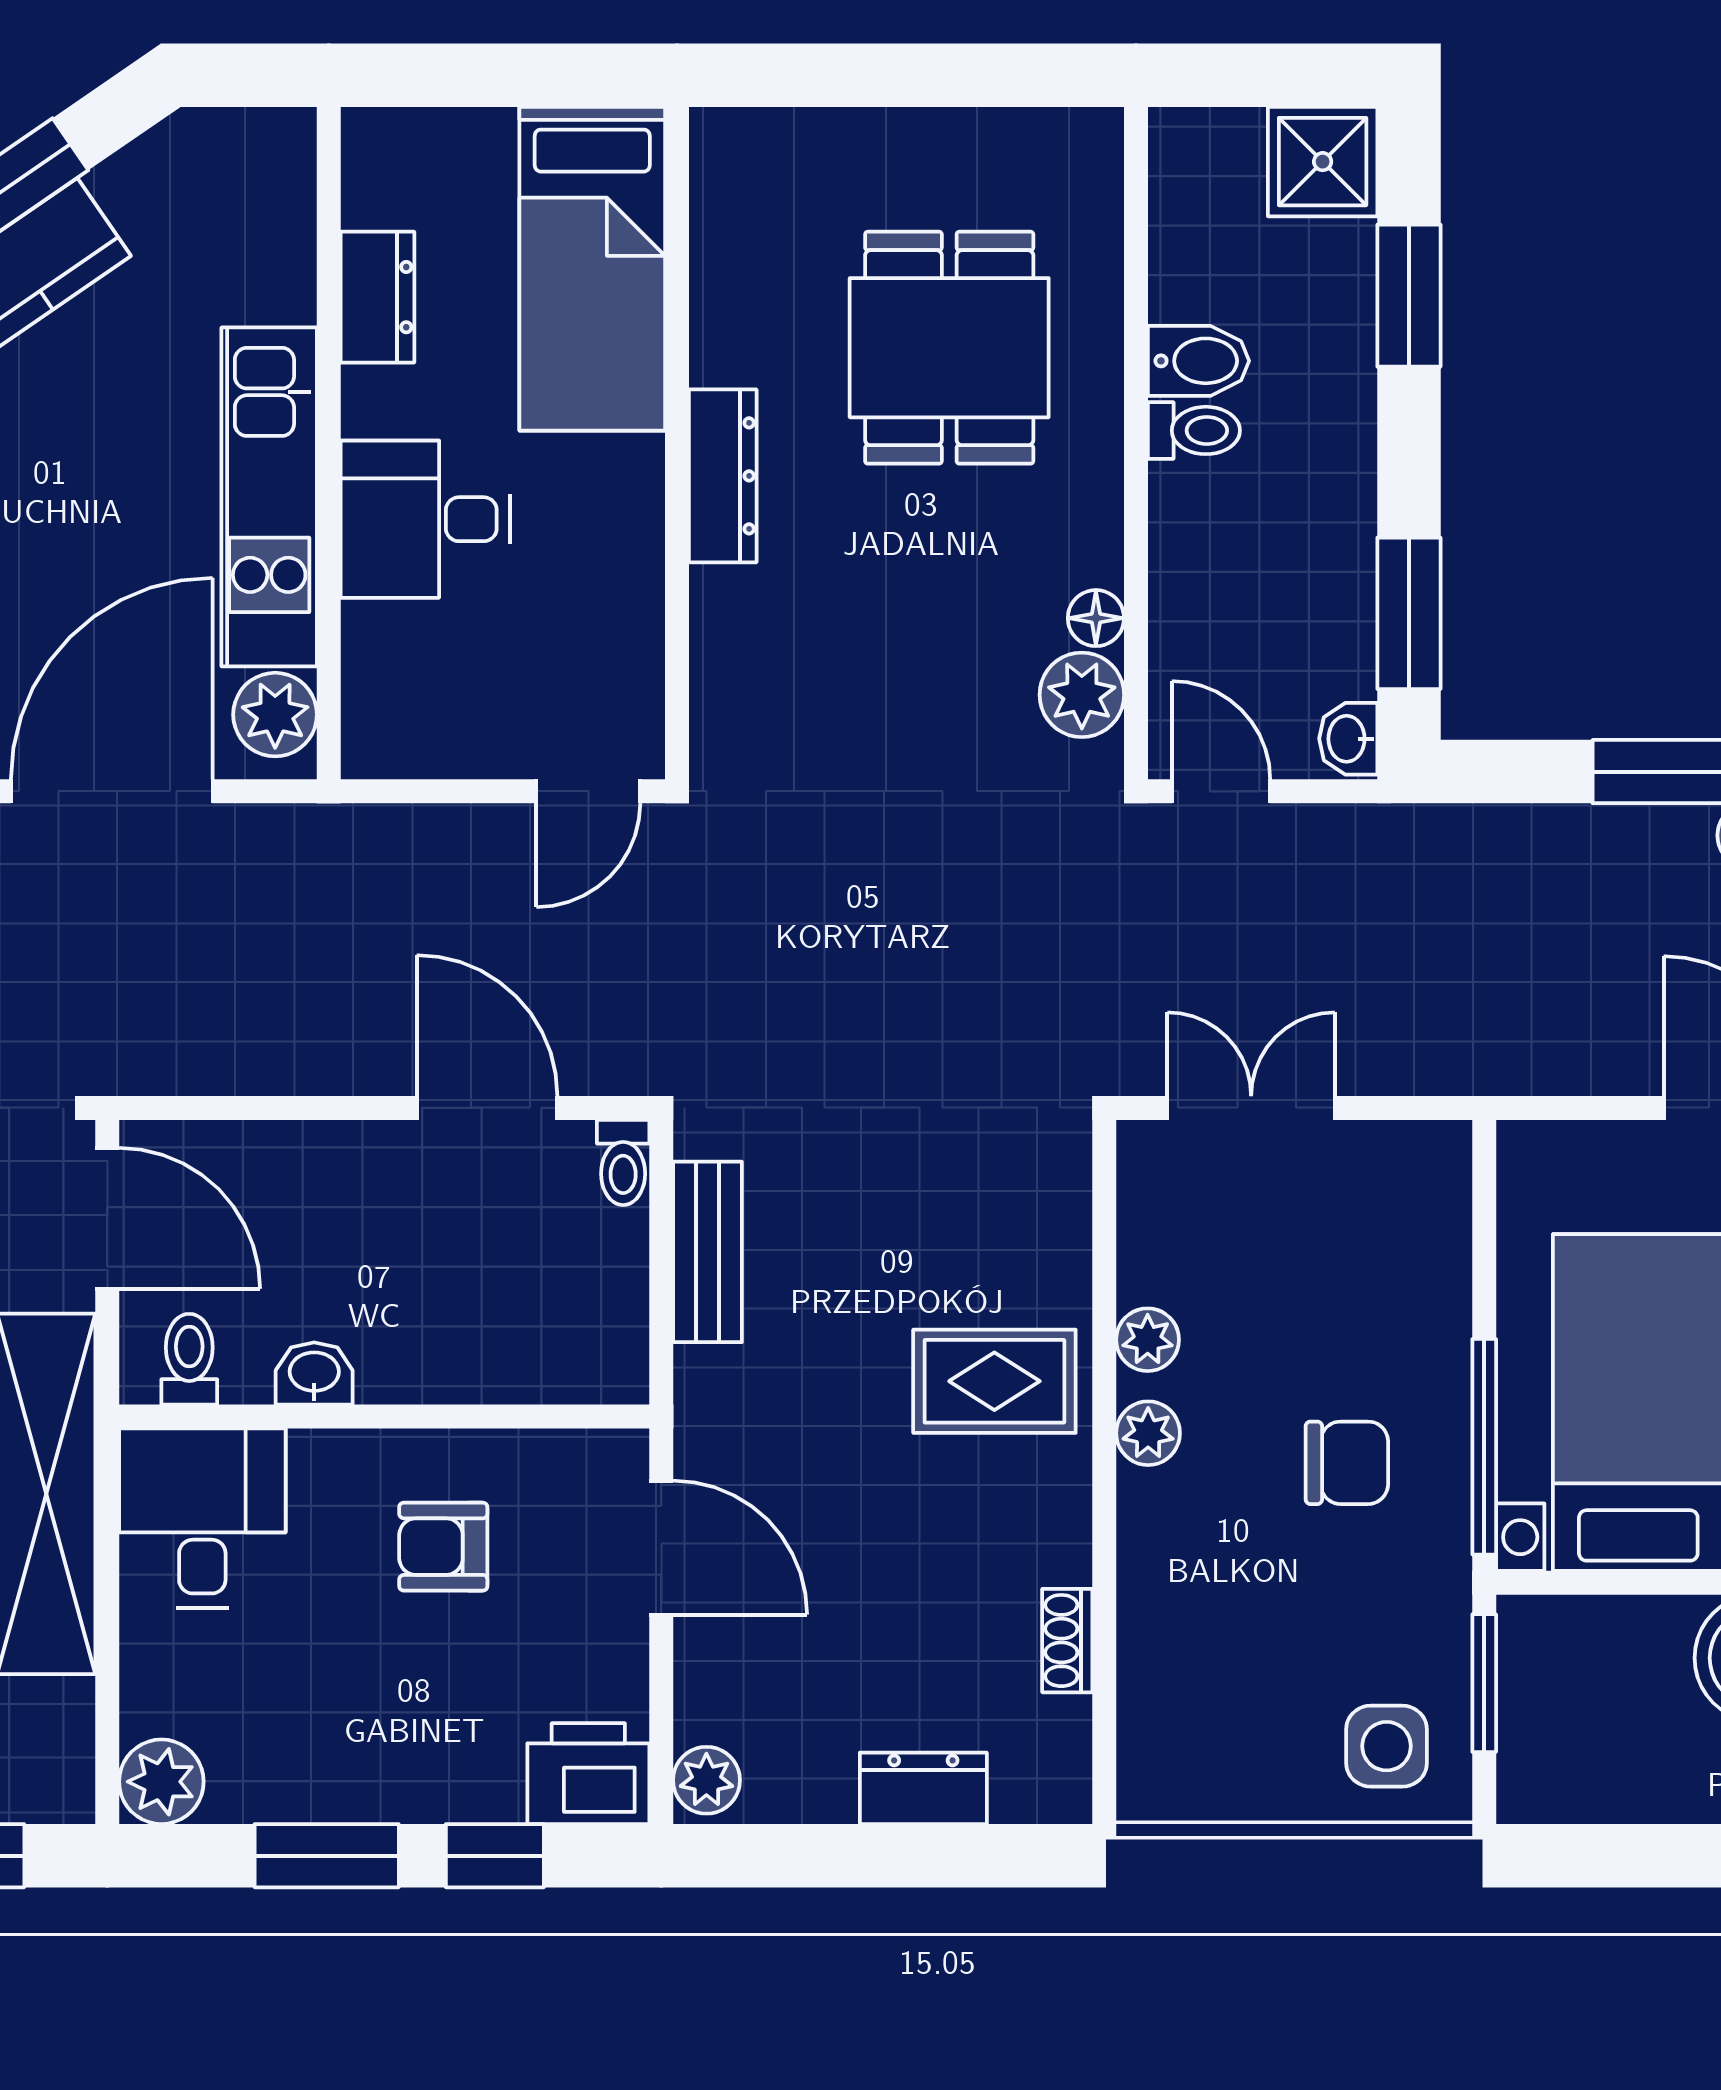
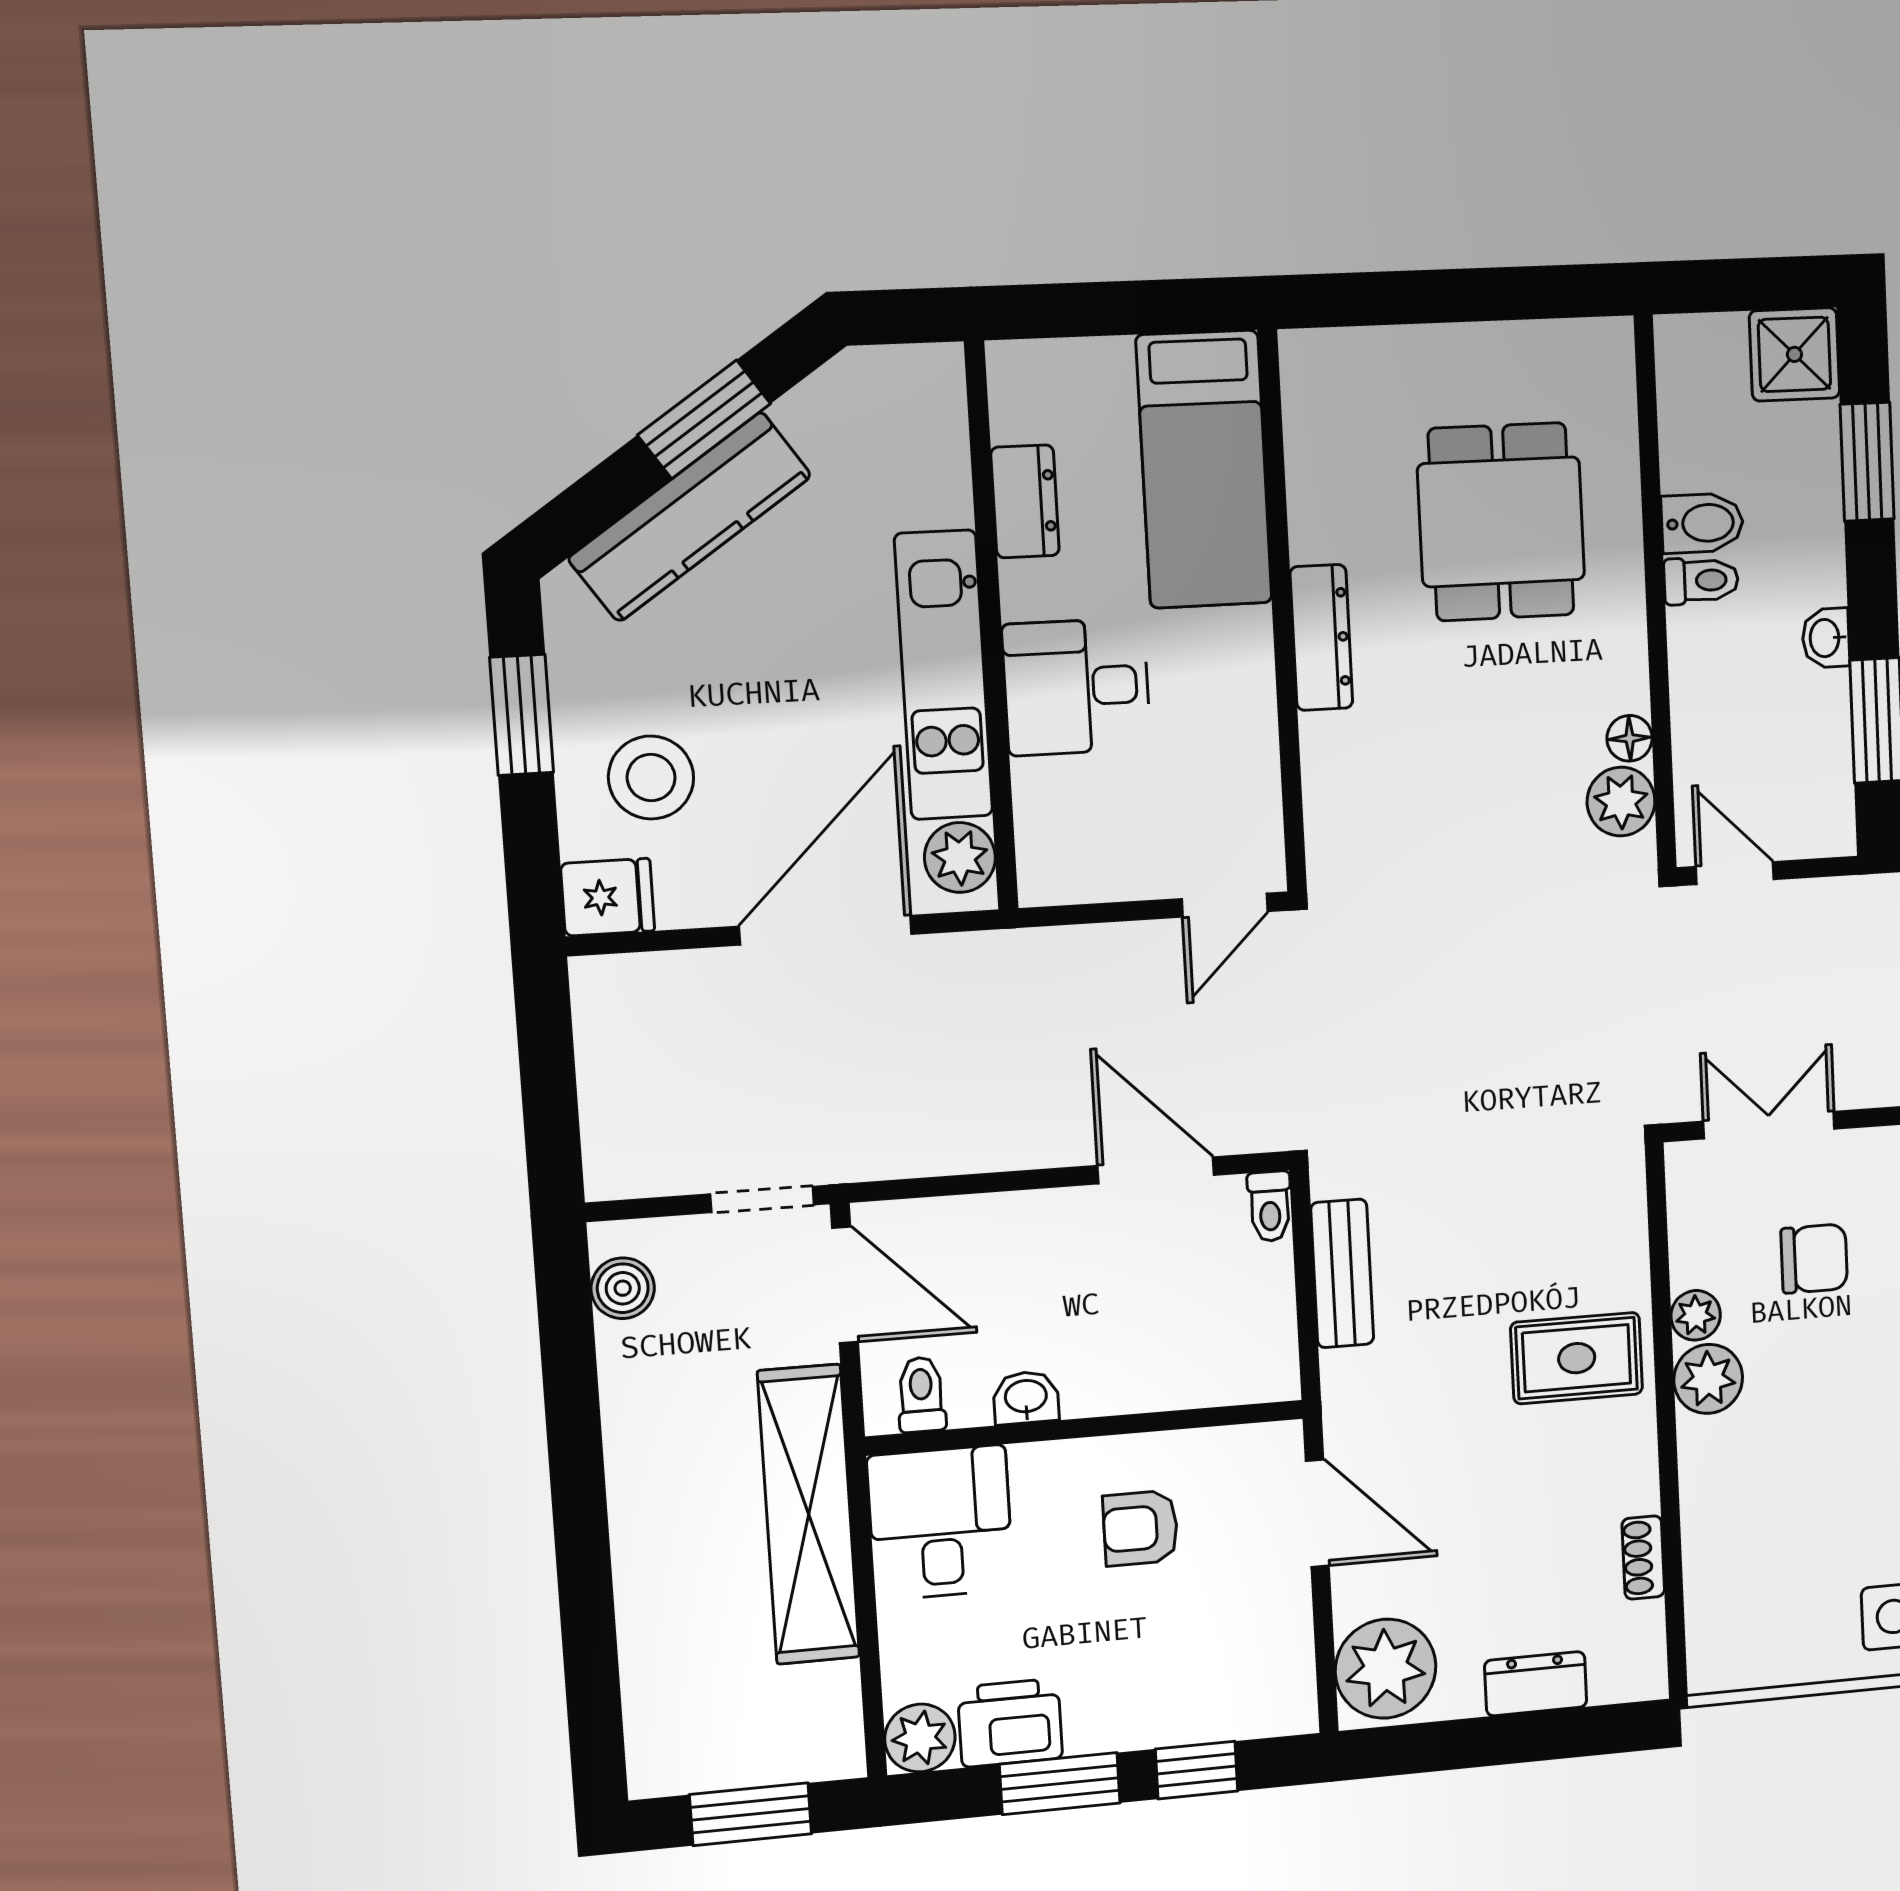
washbasin: (1348, 739) -> (1826, 638), moved
plant: (1148, 1433) -> (1708, 1379), width x1.38, depth x1.38
chair: (1347, 1463) -> (1814, 1259), moved
printer: (588, 1774) -> (1010, 1723), moved
plant: (706, 1780) -> (1386, 1669), width x1.87, depth x1.87

